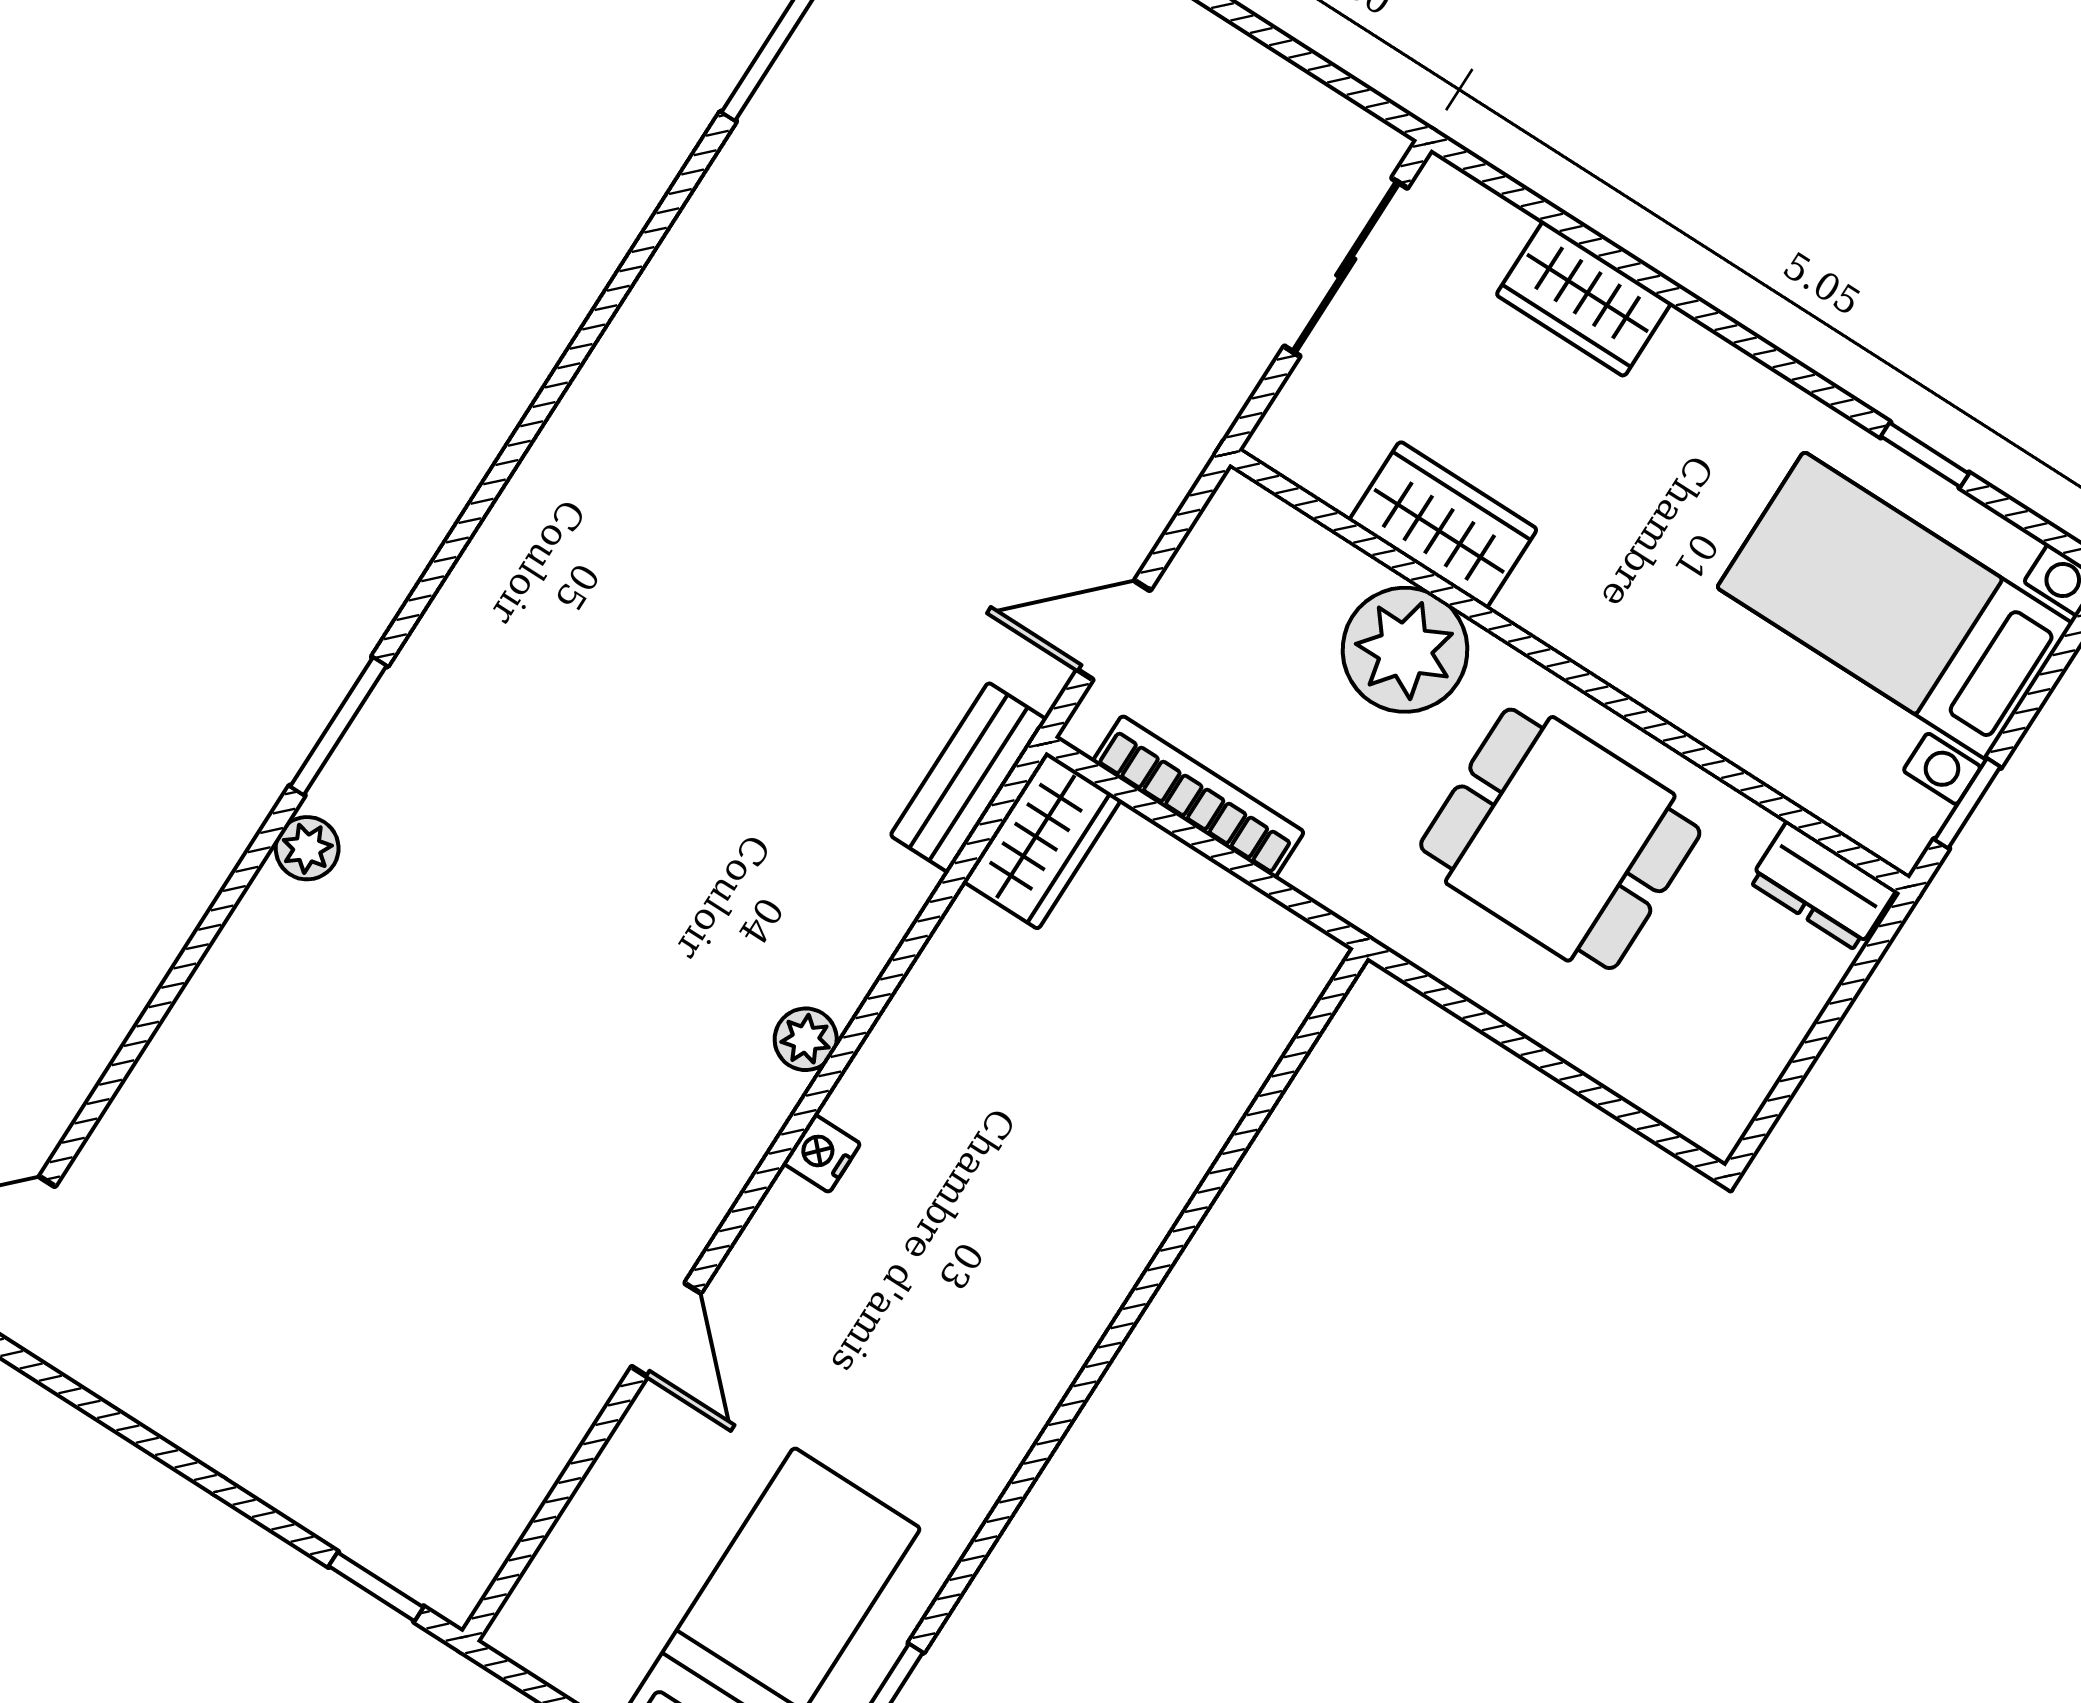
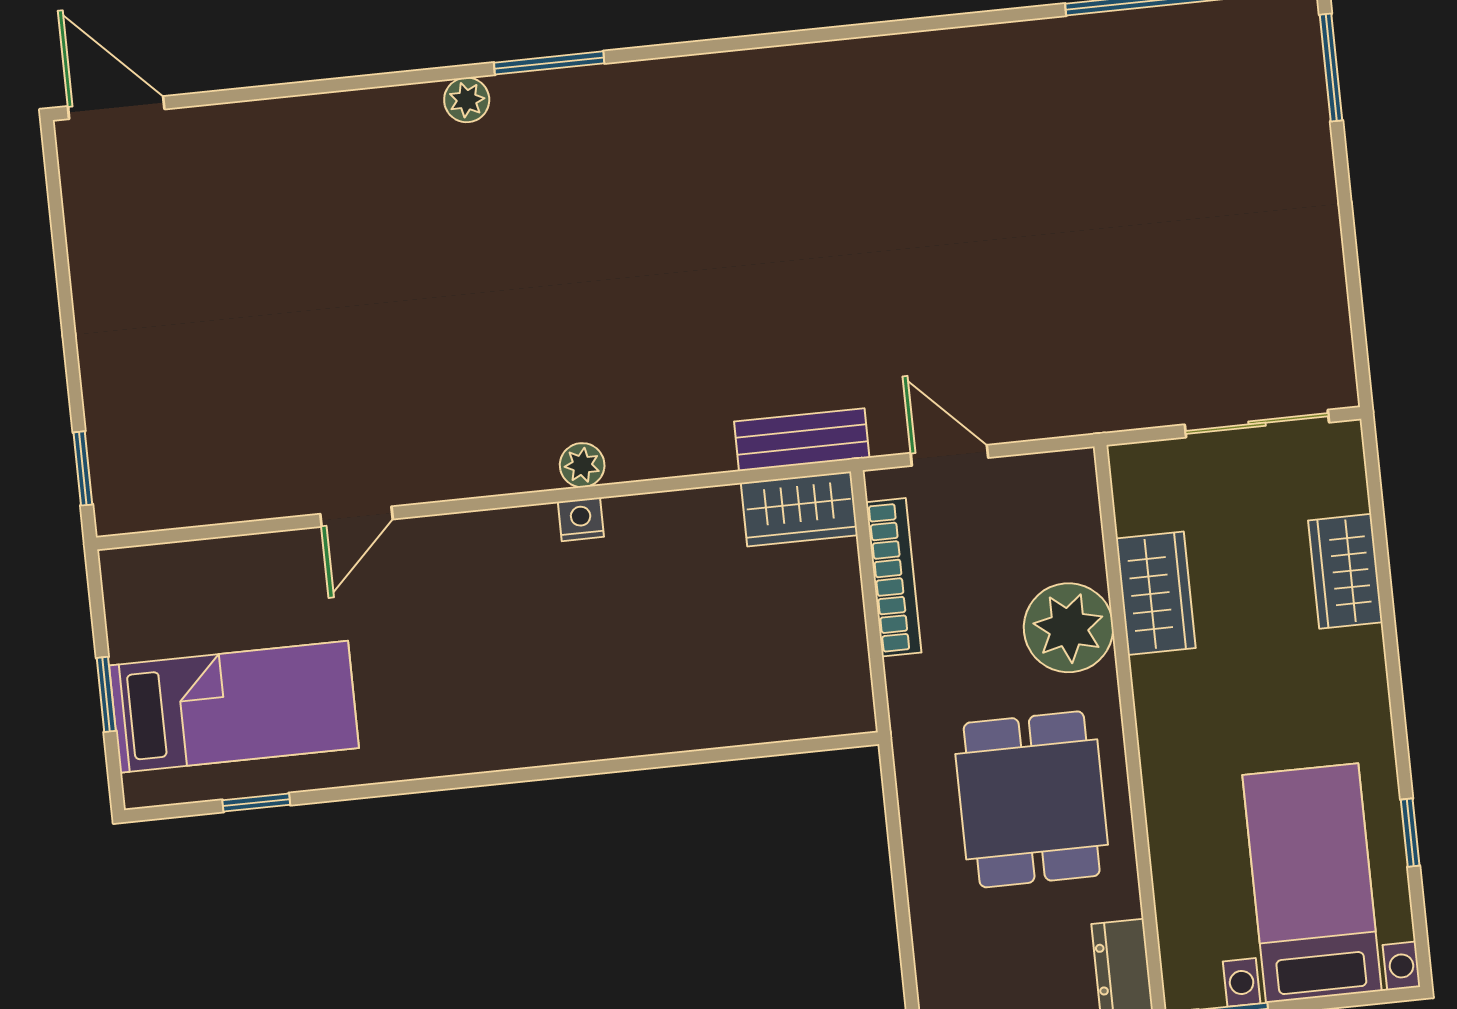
nightstand: (822, 1153) -> (581, 519), moved

